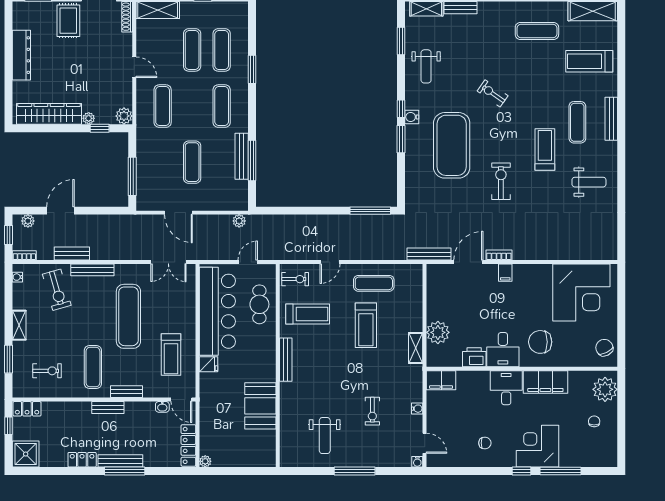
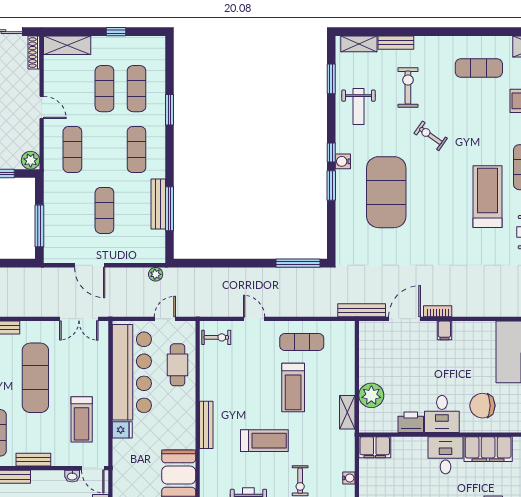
treadmill: (545, 149) -> (487, 197), width x1.37, depth x1.37
exercise bike: (501, 181) -> (408, 88), moved
door: (330, 262) -> (254, 319), swing flipped
treadmill: (308, 314) -> (264, 441), moved

